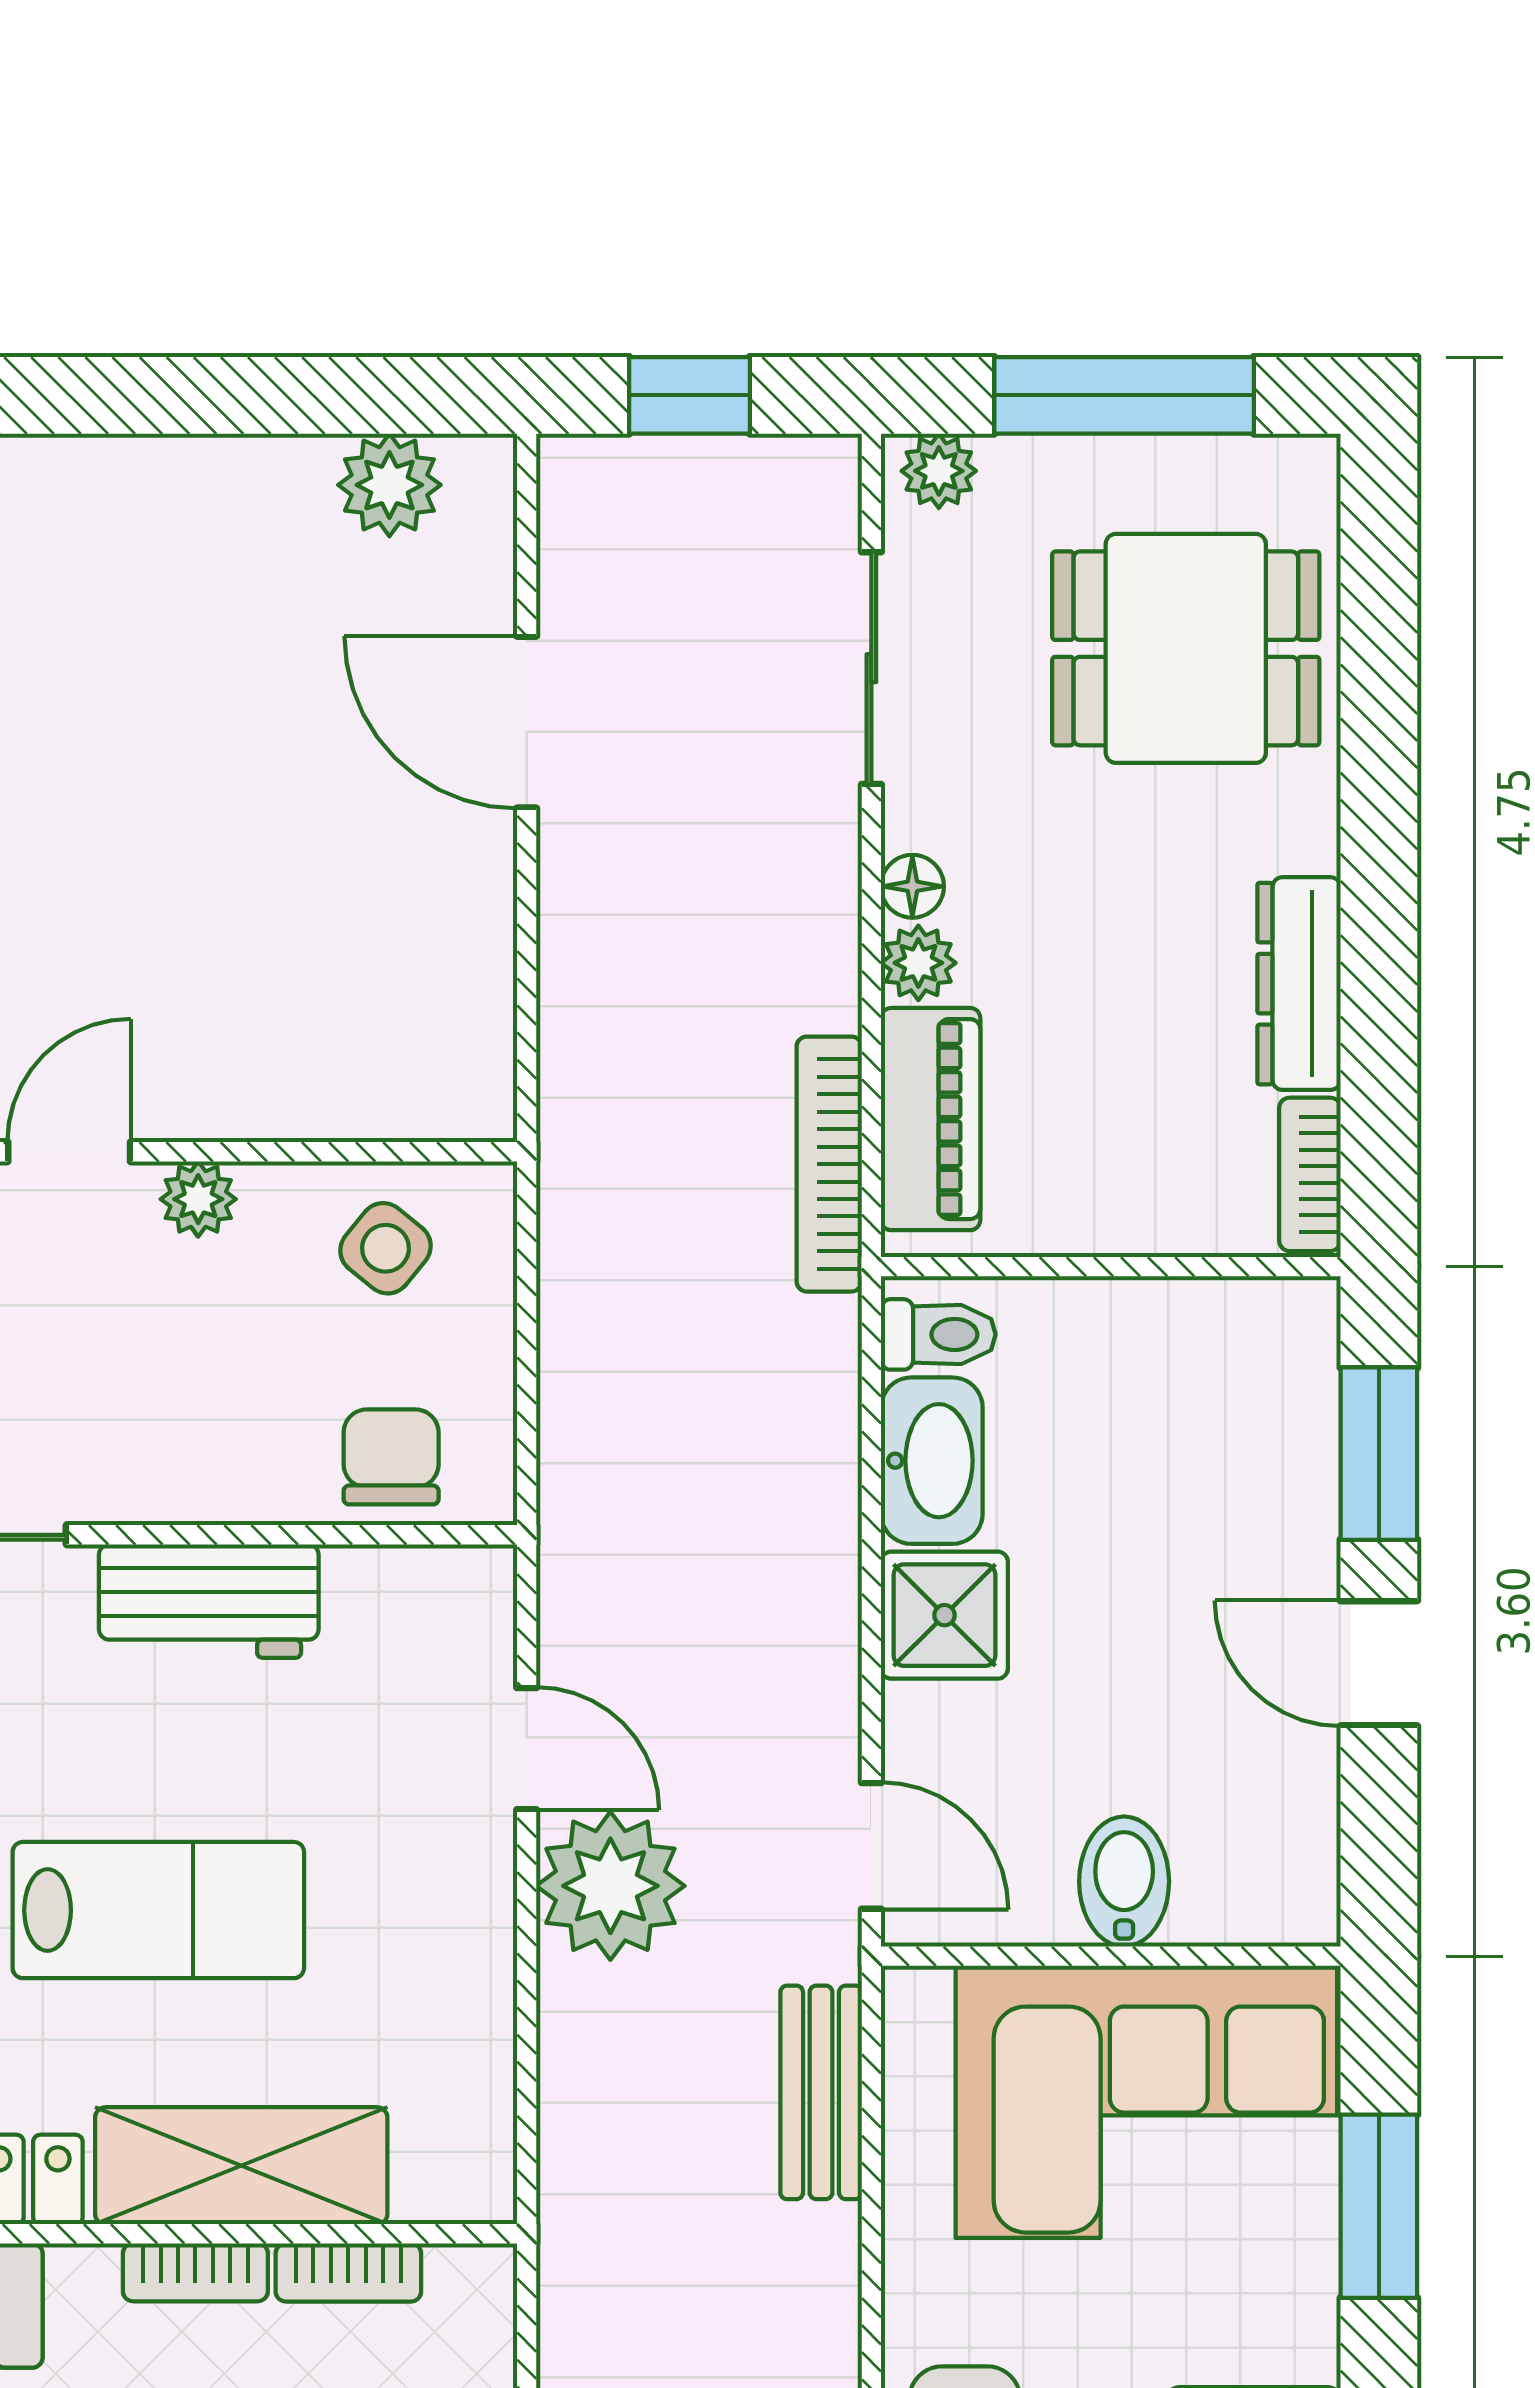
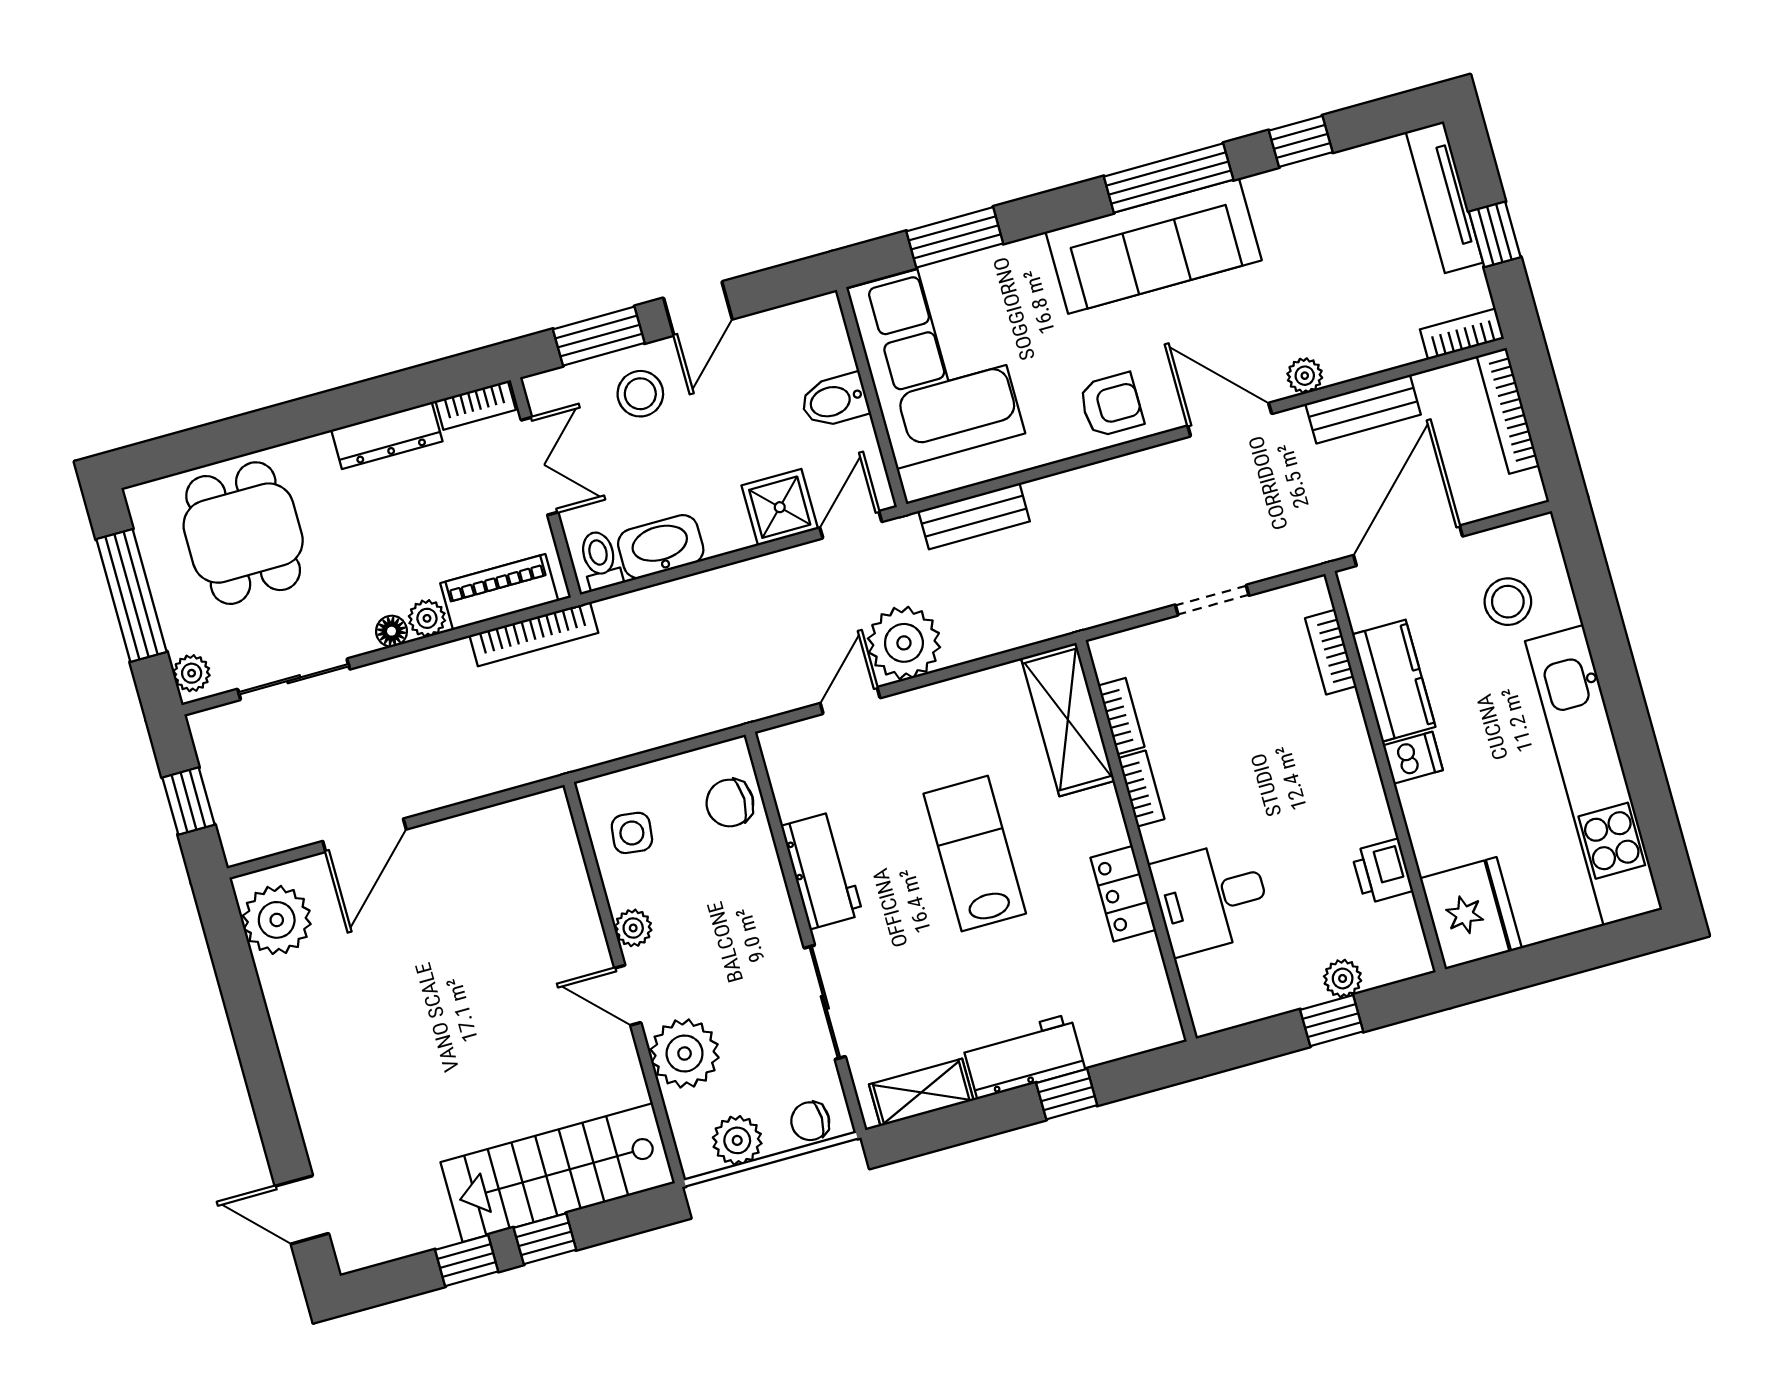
plant: (389, 485) -> (277, 920), width x1.36, depth x1.36
side table: (385, 1248) -> (632, 833), turned -32
double door: (1156, 1267) -> (540, 466), added
stool: (1243, 1504) -> (640, 394), added
shower: (944, 1615) -> (780, 507), moved
shelving: (241, 2166) -> (1068, 720), moved

